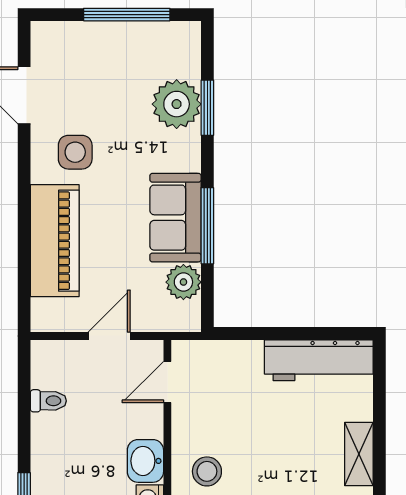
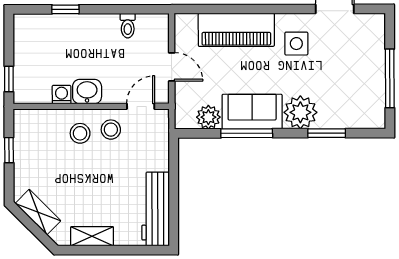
plant: (177, 104) -> (300, 112), moved
door: (167, 382) -> (141, 106), hinge flipped
stool: (202, 426) -> (111, 130), added

